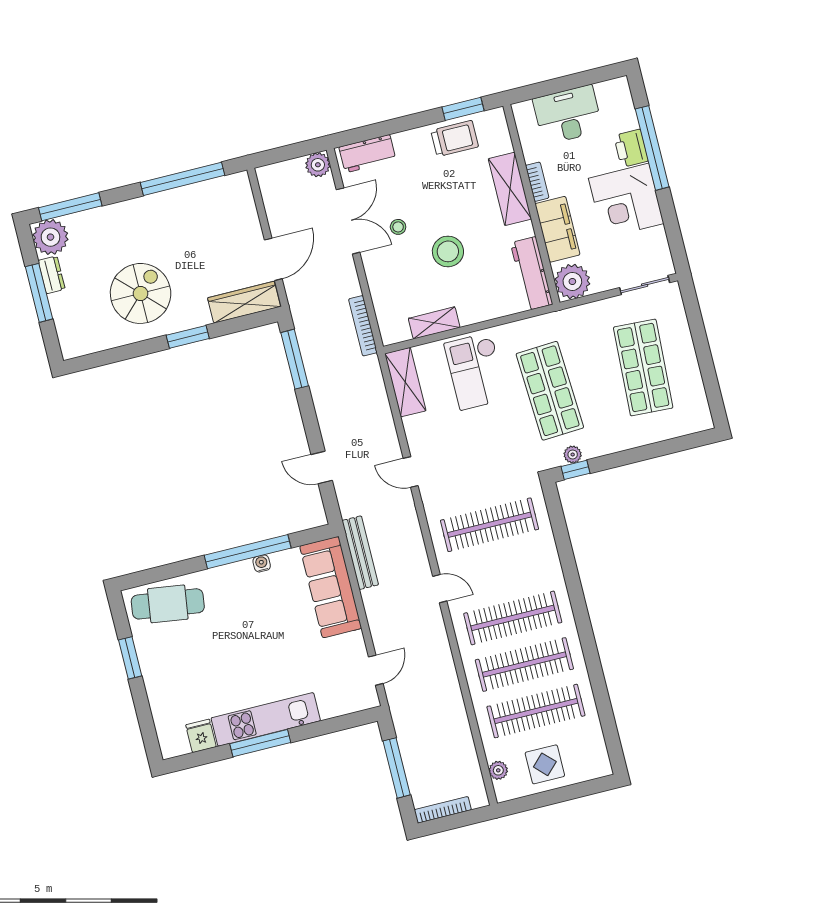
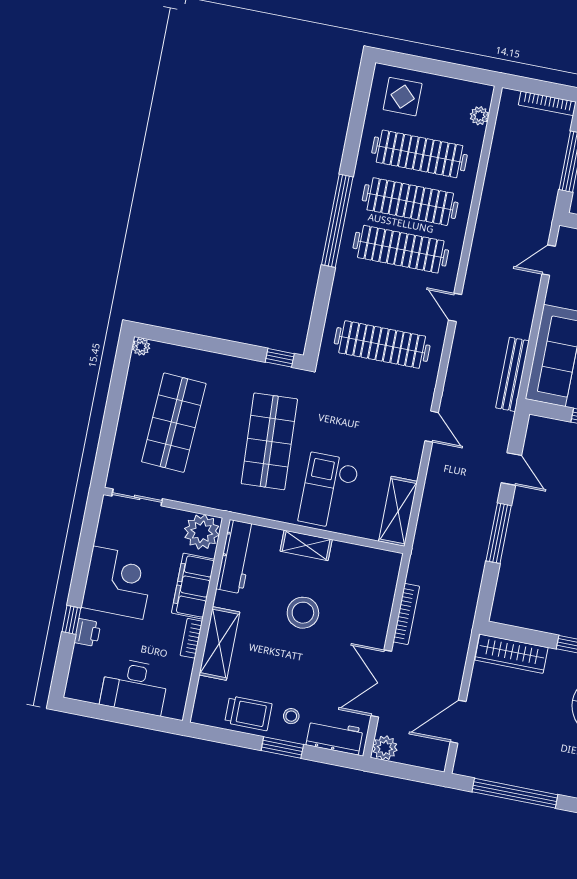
window: (463, 109) -> (282, 748), moved
trolley: (455, 139) -> (248, 713), turned 180
printer: (631, 148) -> (87, 633), width x0.73, depth x0.81
window: (652, 148) -> (71, 620), width x0.32
stool: (398, 227) -> (291, 716), moved
door: (273, 259) -> (458, 722), moved
shelving: (434, 323) -> (306, 545), moved
bookcase: (363, 326) -> (406, 614), moved
window: (295, 359) -> (499, 533), moved
checkout: (476, 371) -> (329, 491), turned 180
plant: (573, 455) -> (141, 347), moved
window: (582, 617) -> (337, 221), added
display table: (545, 764) -> (403, 97), moved

